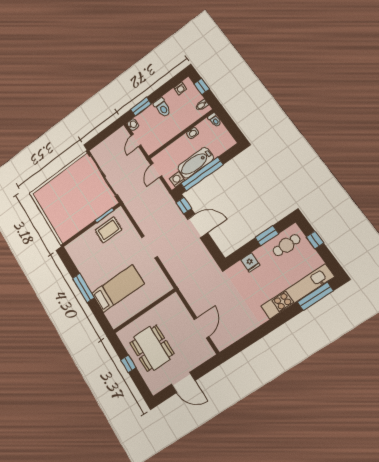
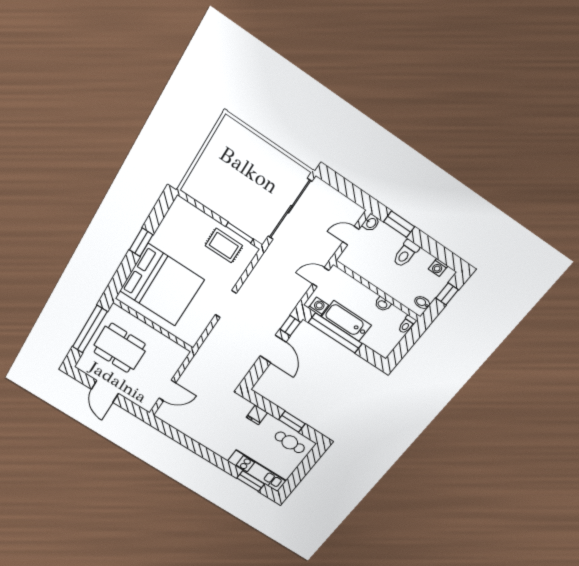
window: (315, 240) -> (306, 466), removed
window: (83, 288) -> (141, 242), width x0.69
bed: (118, 289) -> (162, 285), width x2.04
kitchen unit: (297, 292) -> (257, 471), width x0.73
window: (315, 296) -> (251, 481), width x0.69
dining table: (152, 348) -> (120, 348), turned 90
window: (128, 364) -> (90, 329), width x3.17

